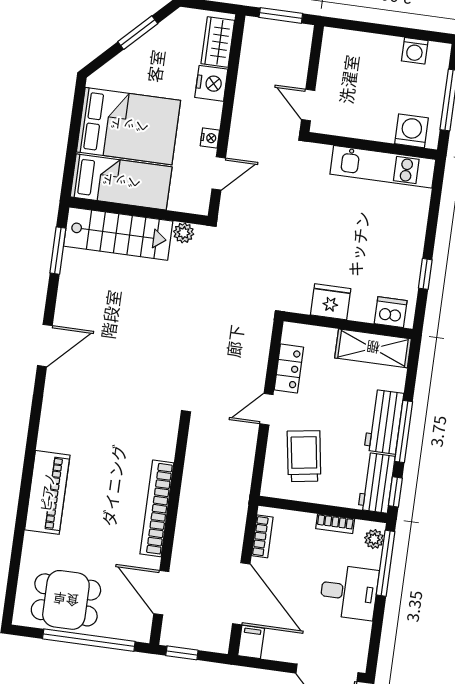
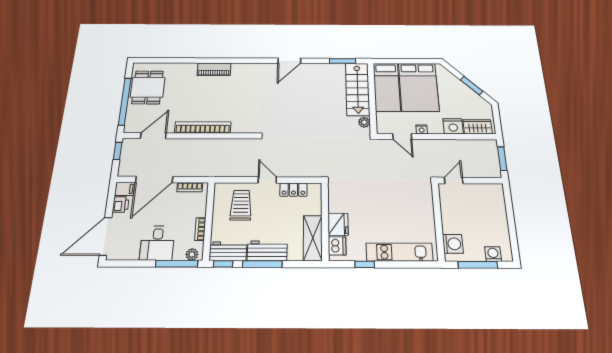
washing machine: (415, 51) -> (493, 254), moved, turned 90
kitchen unit: (383, 167) -> (399, 252), moved, turned 90
fridge: (331, 302) -> (338, 224), moved
door: (45, 346) -> (289, 61), hinge flipped
trolley: (304, 456) -> (241, 205), turned -81
piano: (47, 492) -> (214, 69), width x0.73, depth x0.75
printer: (277, 649) -> (121, 205), added

